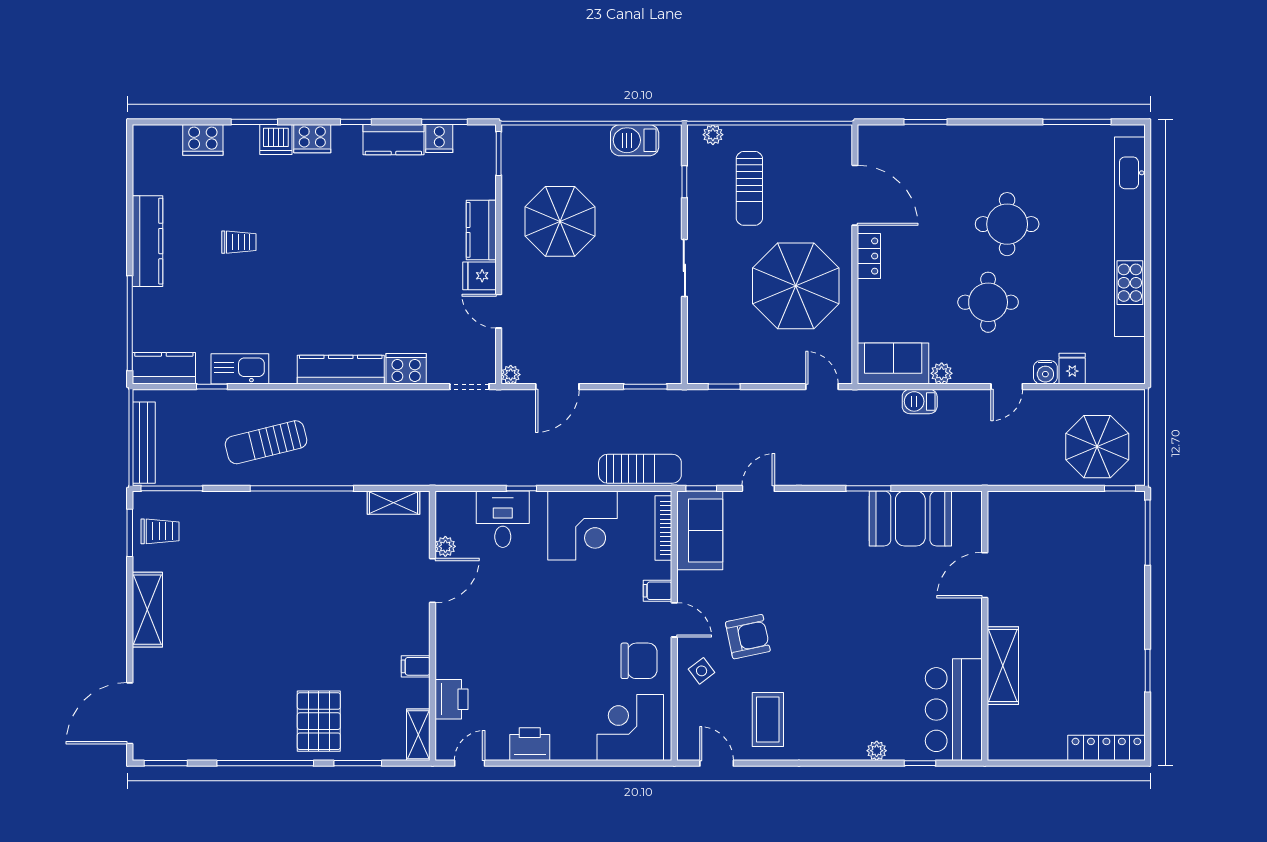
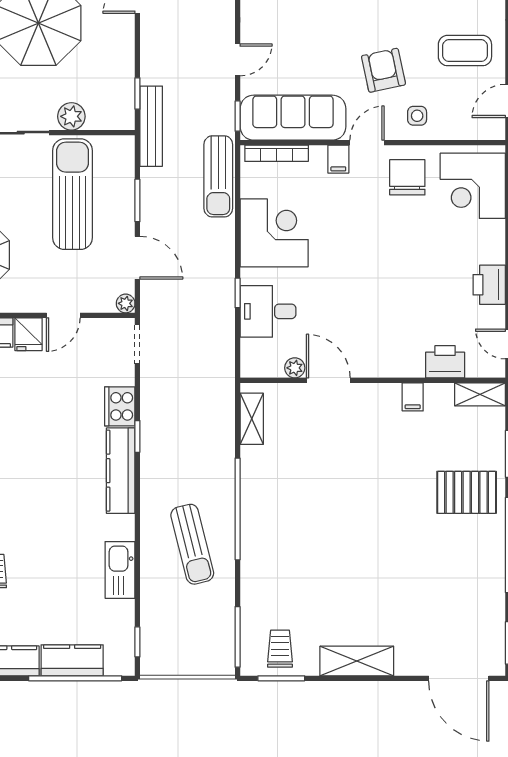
plant: (701, 319) -> (71, 116), added
sun lounger: (622, 321) -> (72, 194), added
kitchen counter: (164, 368) -> (72, 660), moved, turned 90
window: (212, 387) -> (137, 642), moved
window: (376, 387) -> (137, 436), added
window: (645, 387) -> (137, 200), moved
bench: (144, 443) -> (151, 126), moved, turned 90
sun lounger: (640, 469) -> (218, 176), turned 180
door: (758, 488) -> (238, 60), swing flipped
sofa: (700, 530) -> (293, 118), width x1.36
side table: (702, 671) -> (417, 116), turned 37

